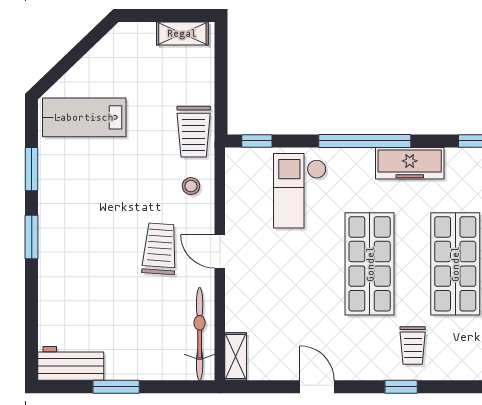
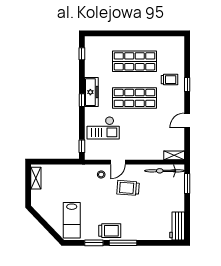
trolley: (194, 132) -> (110, 231), moved
window: (365, 141) -> (82, 100), width x0.32
freezer: (410, 163) -> (91, 92), moved
window: (32, 237) -> (123, 243), width x1.44
door: (220, 251) -> (118, 162), moved
window: (116, 387) -> (187, 183), moved

